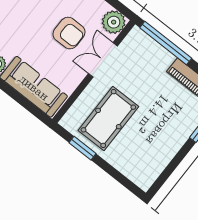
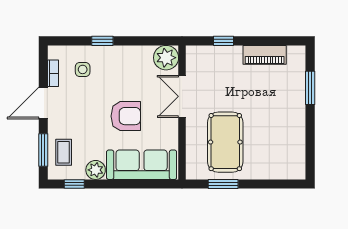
armchair: (69, 33) -> (126, 116), moved
window: (166, 43) -> (224, 41), width x0.32

